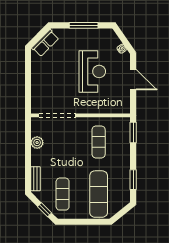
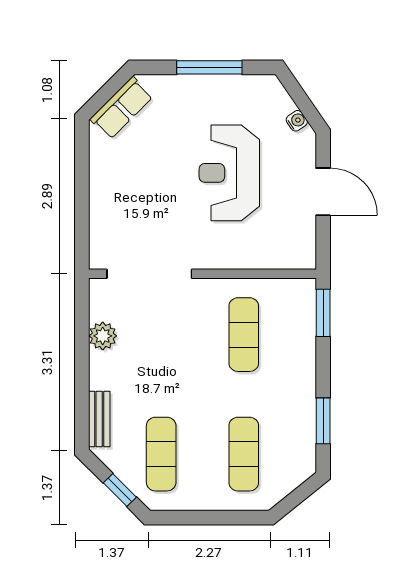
reception desk: (92, 71) -> (229, 173), turned 180
exercise mat: (99, 194) -> (244, 454), width x0.73, depth x0.69

